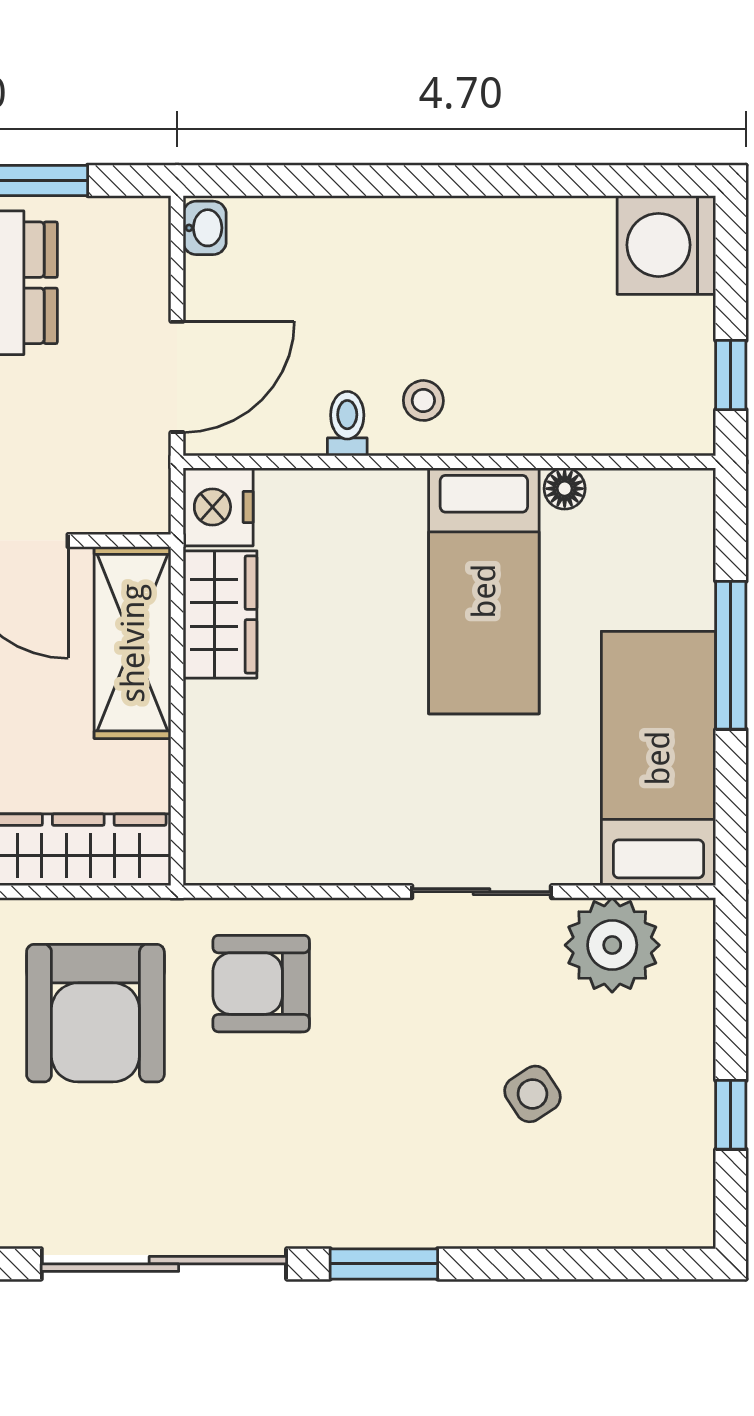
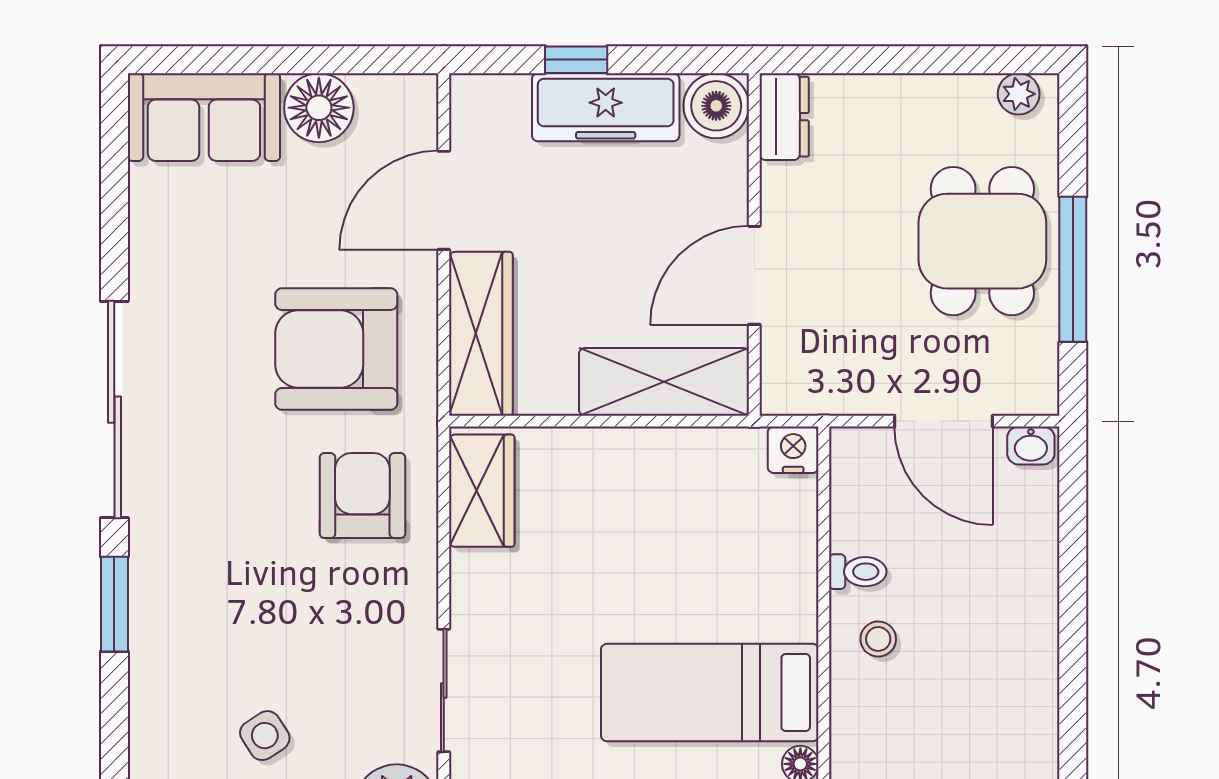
door: (177, 377) -> (943, 421), moved
nightstand: (218, 507) -> (793, 450), width x0.74, depth x0.75
wardrobe: (220, 614) -> (482, 491), moved, turned -90

